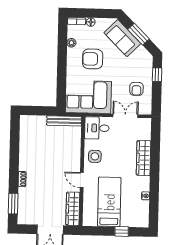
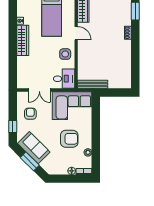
sofa: (122, 38) -> (34, 148), moved
wardrobe: (144, 158) -> (23, 40), moved

